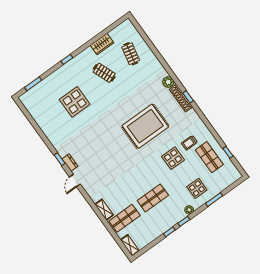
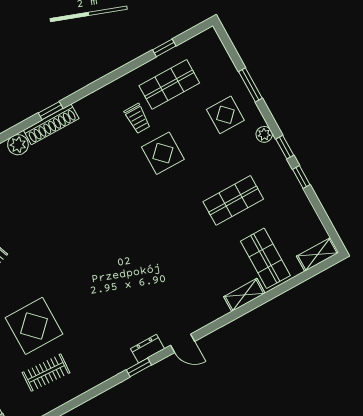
clothes rail: (51, 111) -> (46, 373), added
rug: (145, 126) -> (96, 198), removed
shop shelf: (153, 198) -> (233, 200), turned 90

